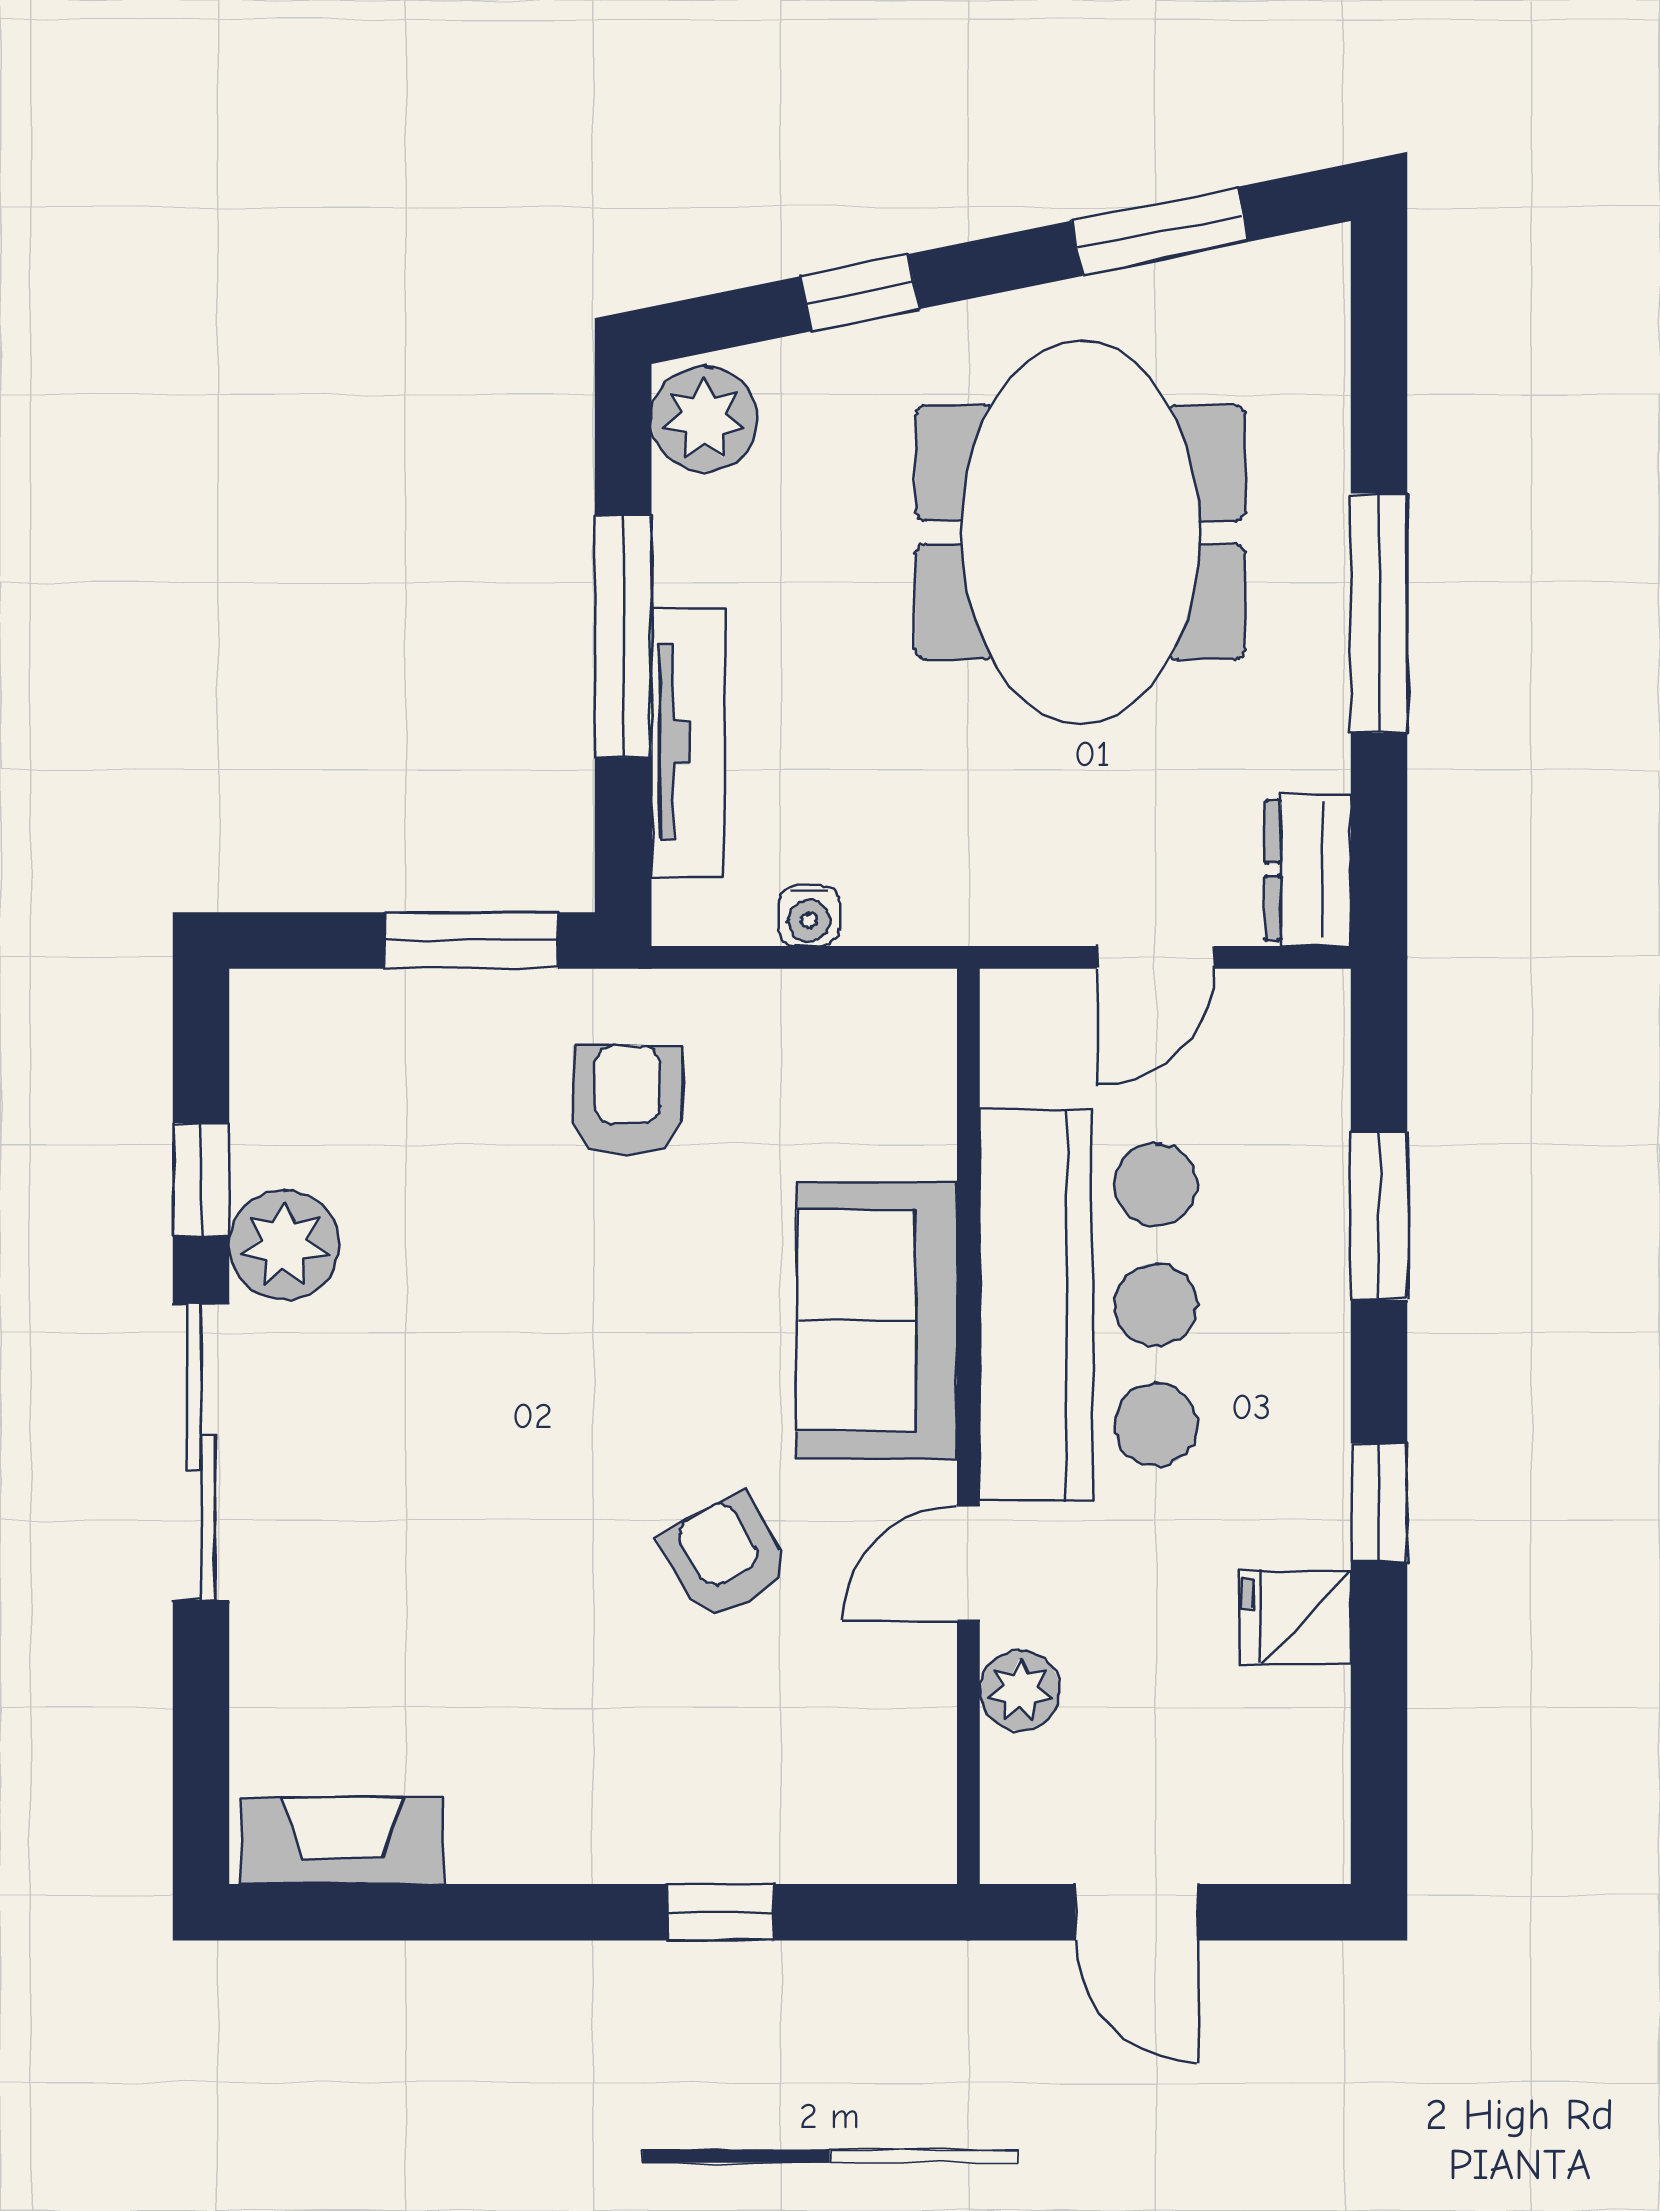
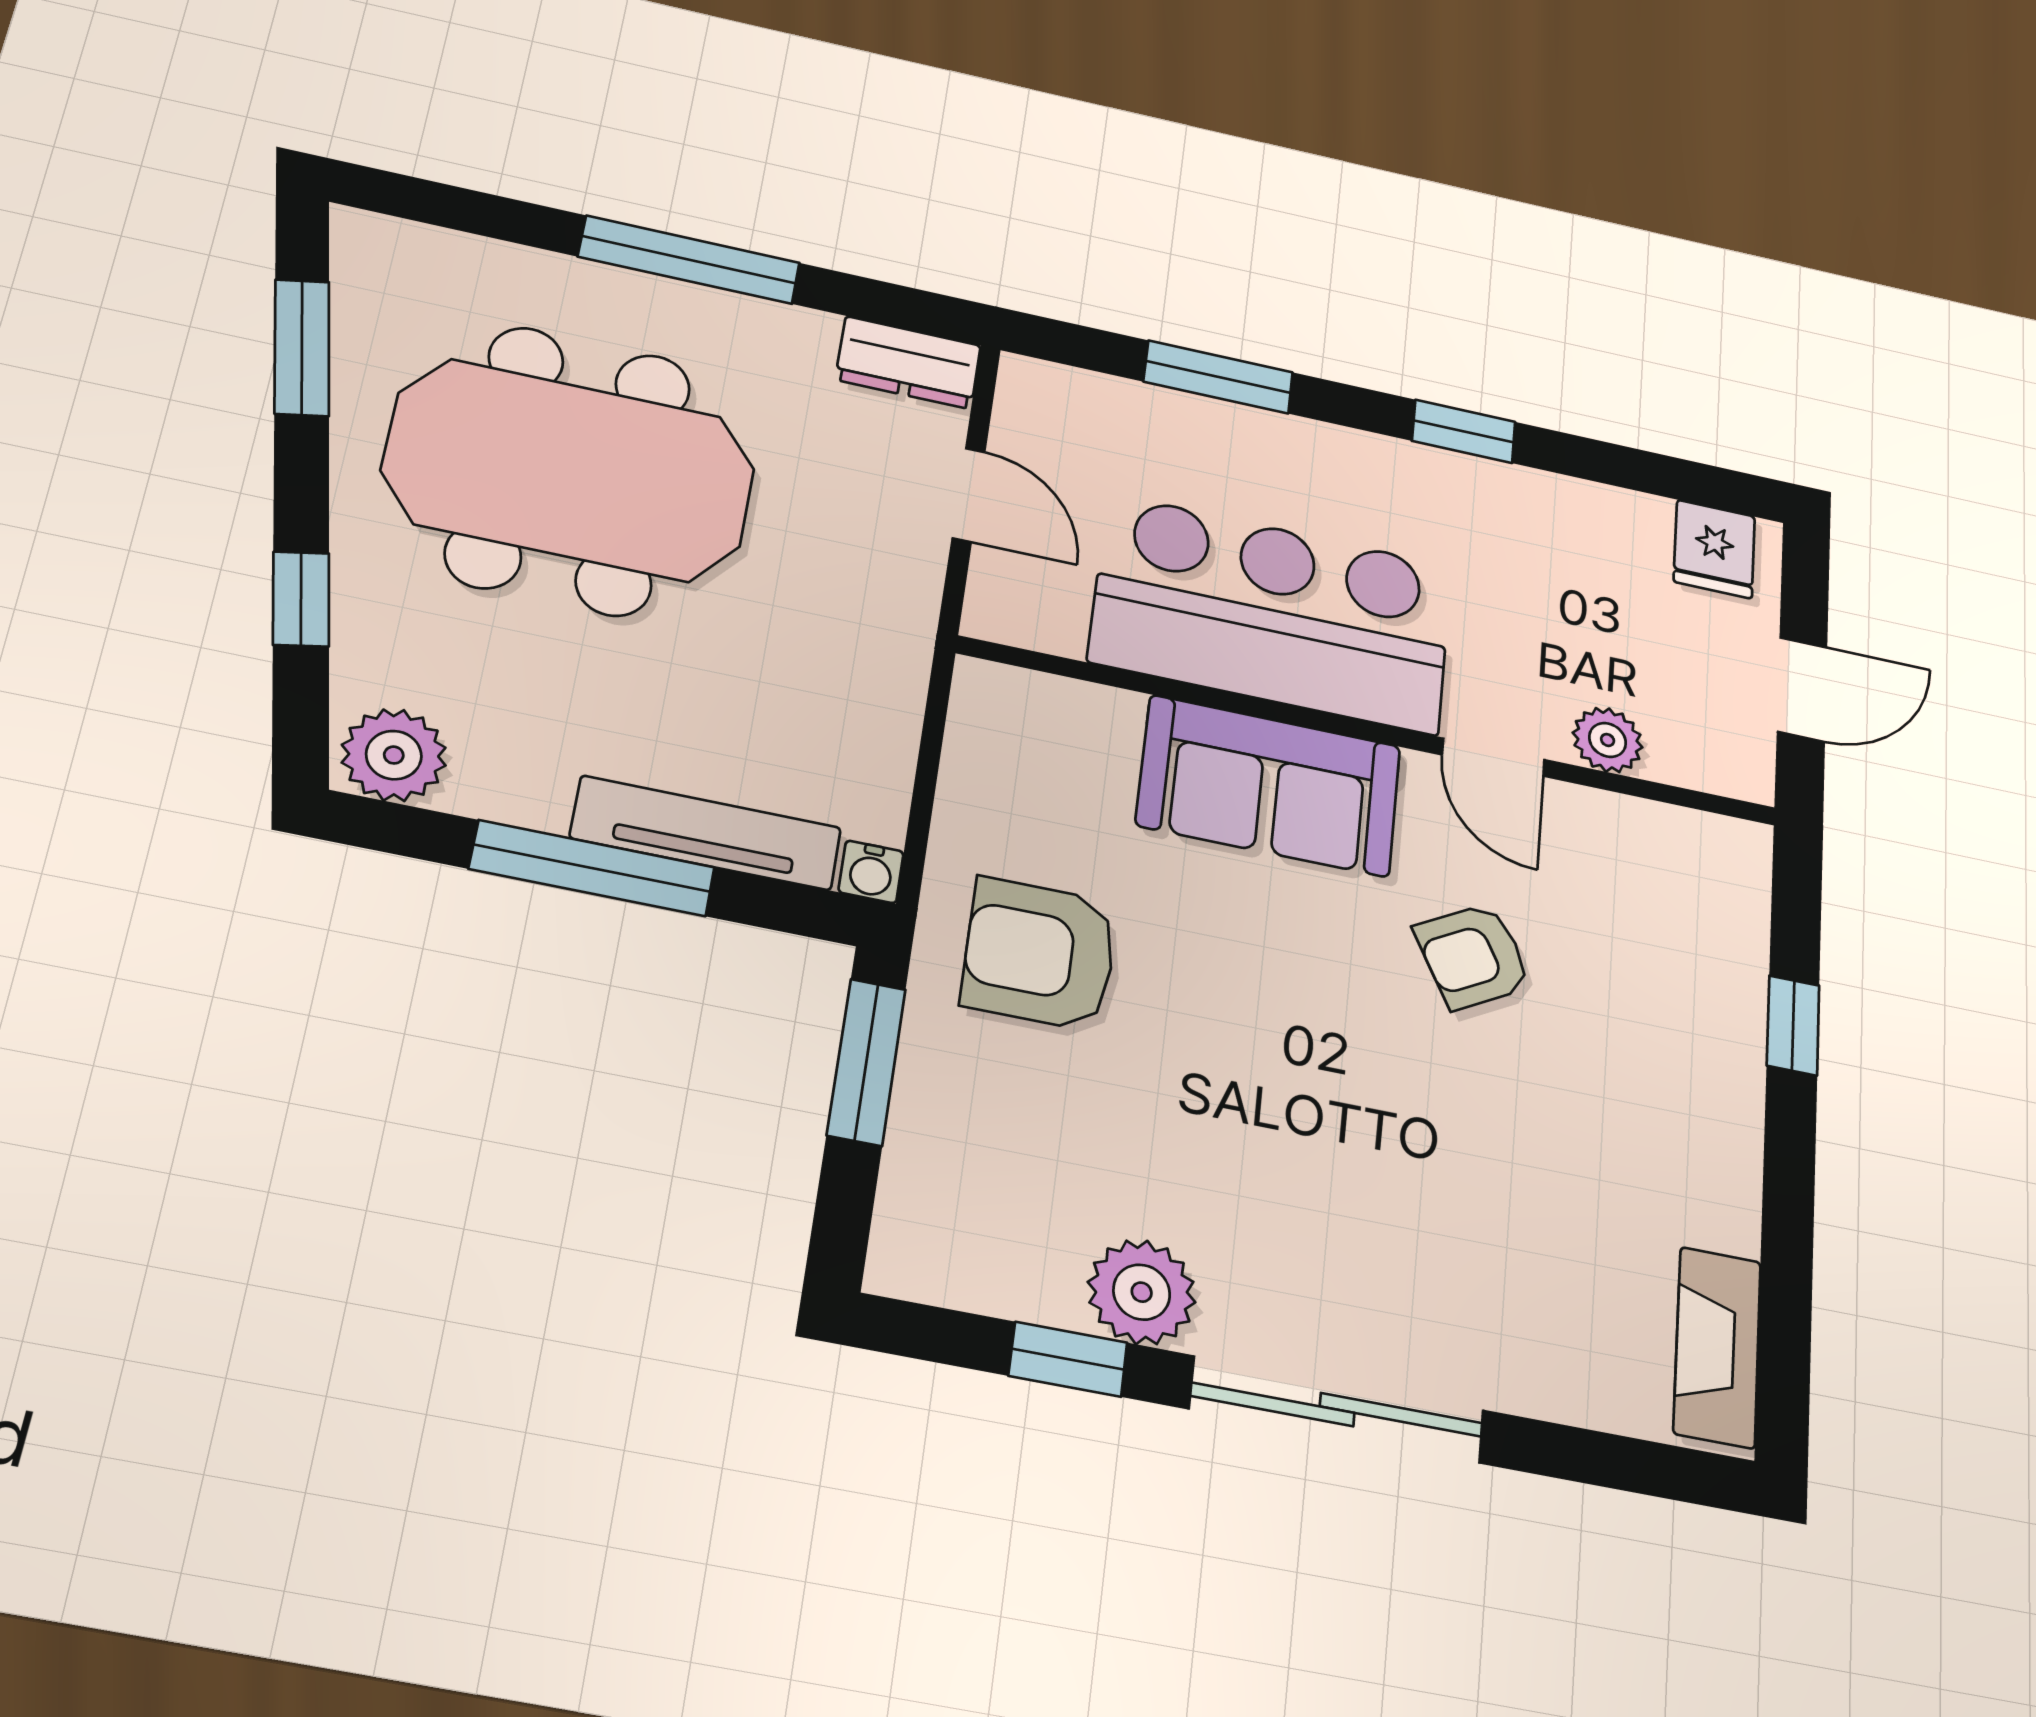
water cooler: (809, 916) -> (871, 872), moved, turned 90
armchair: (627, 1100) -> (1039, 954), width x1.38, depth x1.38
fridge: (1296, 1618) -> (1714, 549), moved

